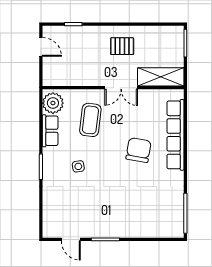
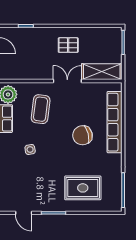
double door: (121, 88) -> (67, 81), swing flipped
chair: (139, 150) -> (82, 135), turned -114
rug: (139, 211) -> (83, 188), added

